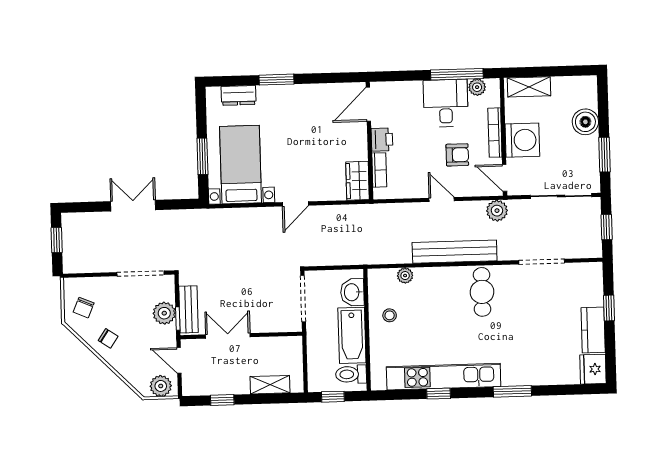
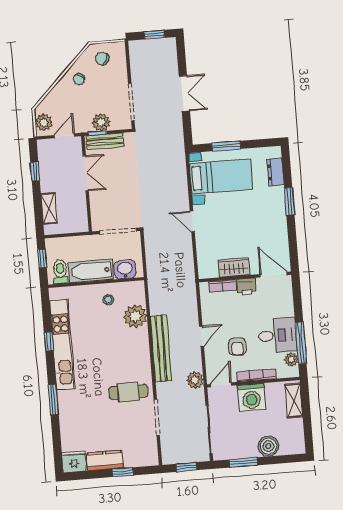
wardrobe: (357, 181) -> (234, 267), moved
plant: (405, 276) -> (135, 316), width x1.87, depth x1.87
cafe table: (482, 292) -> (128, 392), moved

